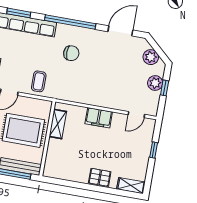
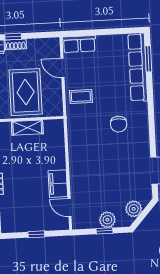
window: (70, 22) -> (151, 115), removed
filing cabinet: (99, 118) -> (58, 184), moved
shelving: (58, 124) -> (27, 128), moved

